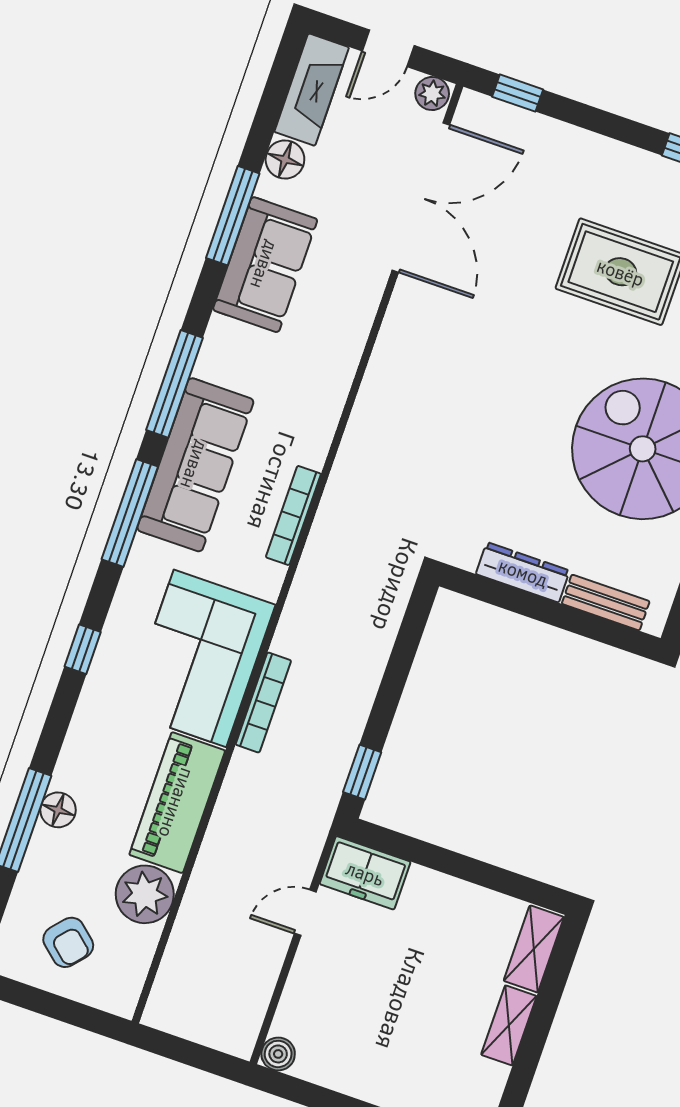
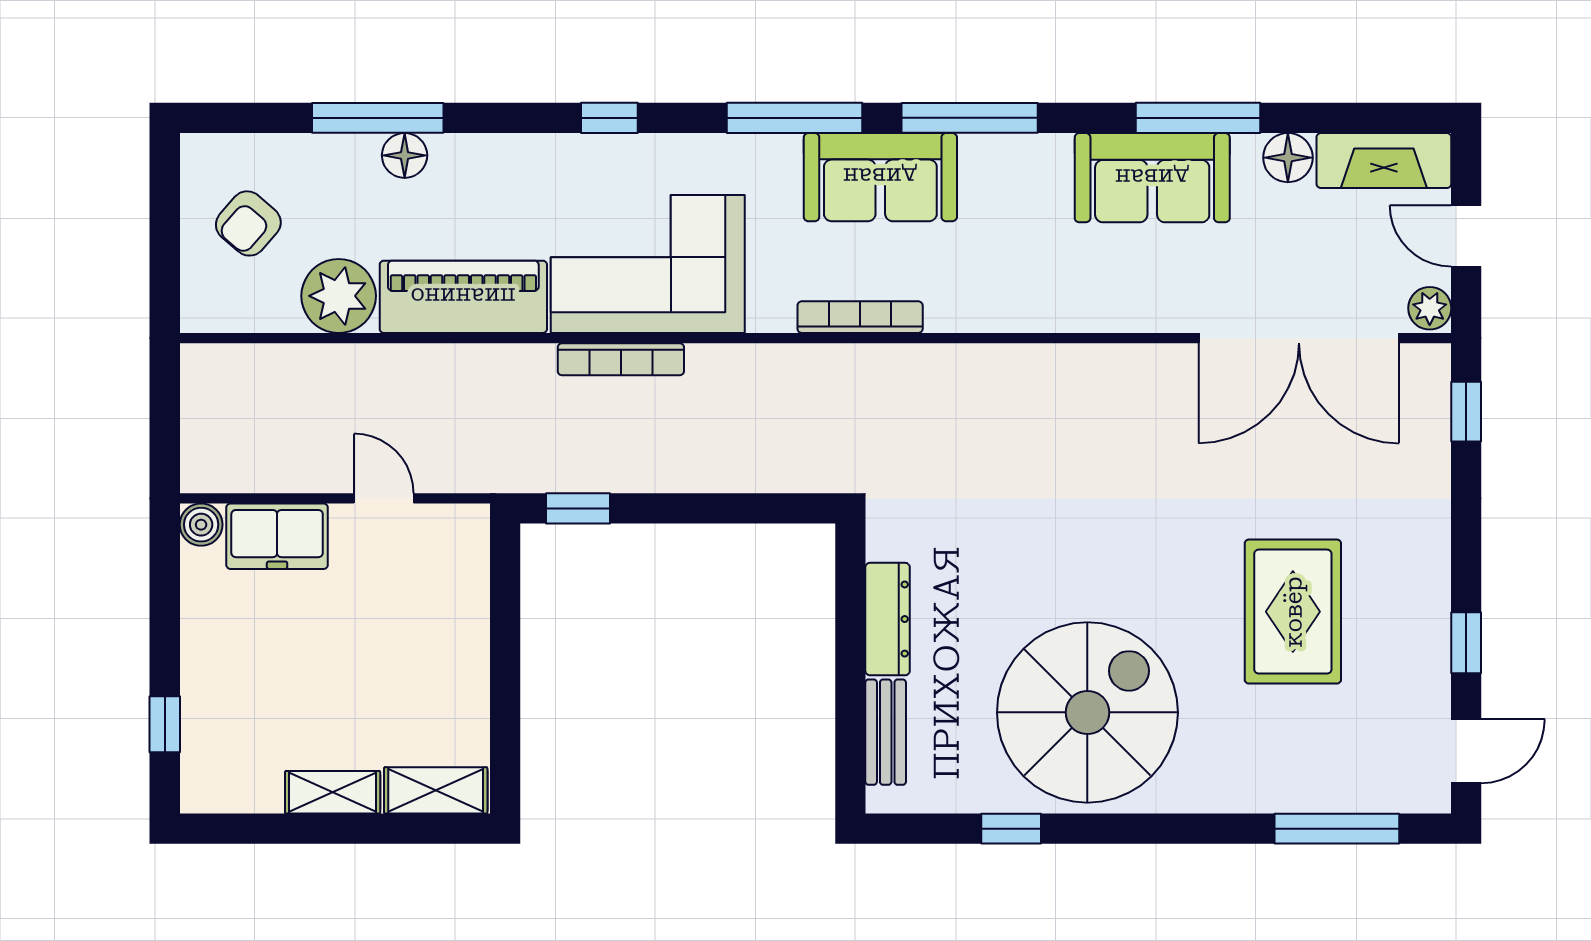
sofa: (195, 465) -> (880, 177), width x0.73
freezer: (365, 873) -> (277, 536), moved, turned -90

